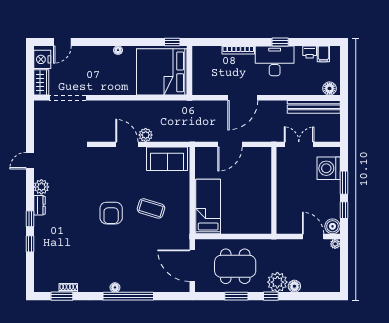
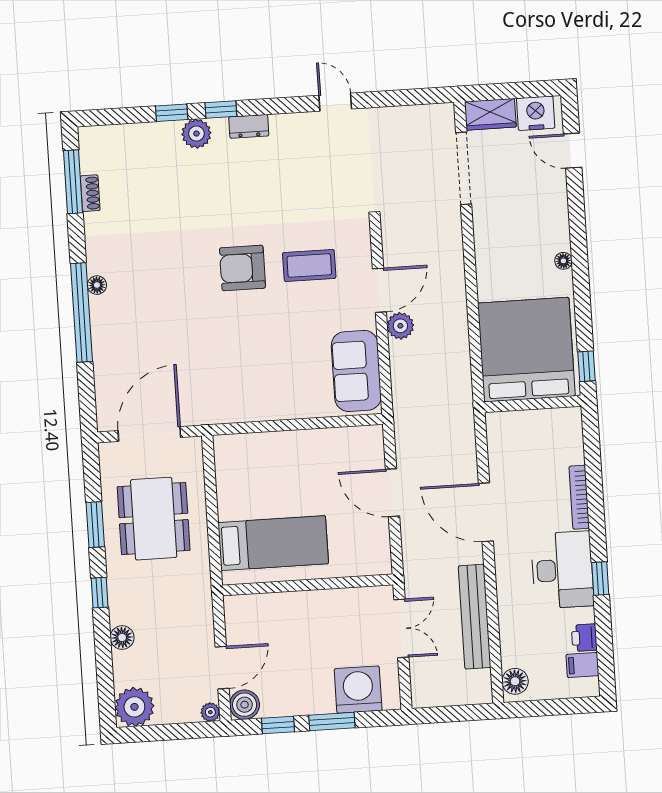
bench: (314, 107) -> (475, 617), moved
plant: (41, 187) -> (196, 134), moved
bed: (208, 207) -> (273, 543), moved
coffee table: (151, 208) -> (309, 265), moved, turned 73
plant: (277, 282) -> (134, 707), moved
window: (62, 296) -> (73, 182), width x1.44

